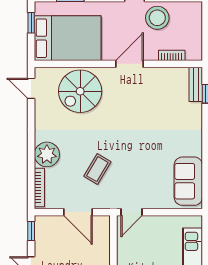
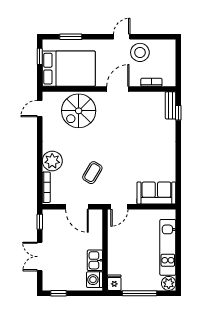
door: (31, 88) -> (40, 109), hinge flipped
sofa: (188, 181) -> (156, 193), moved, turned 90

